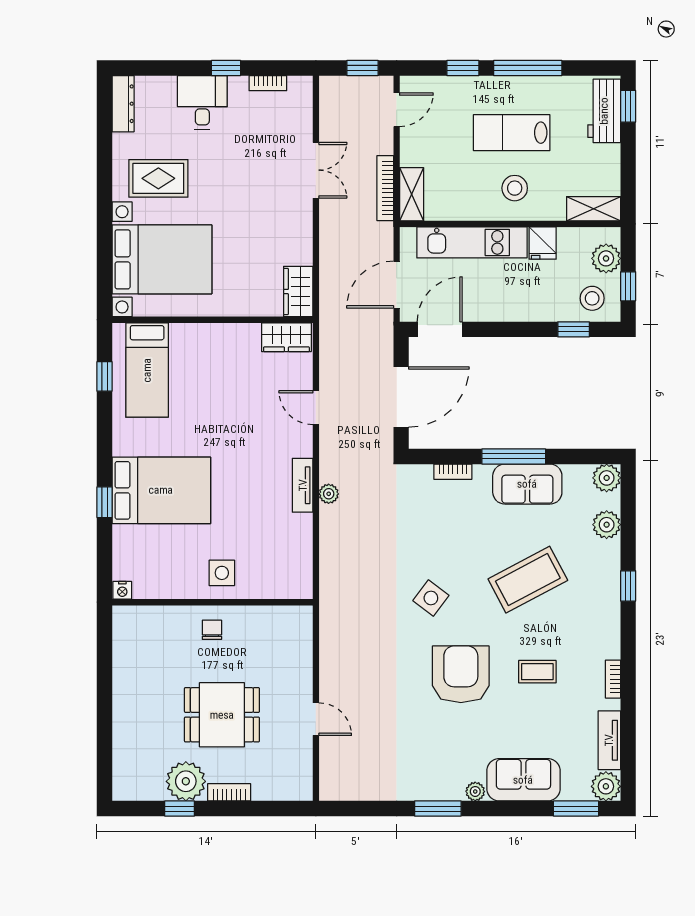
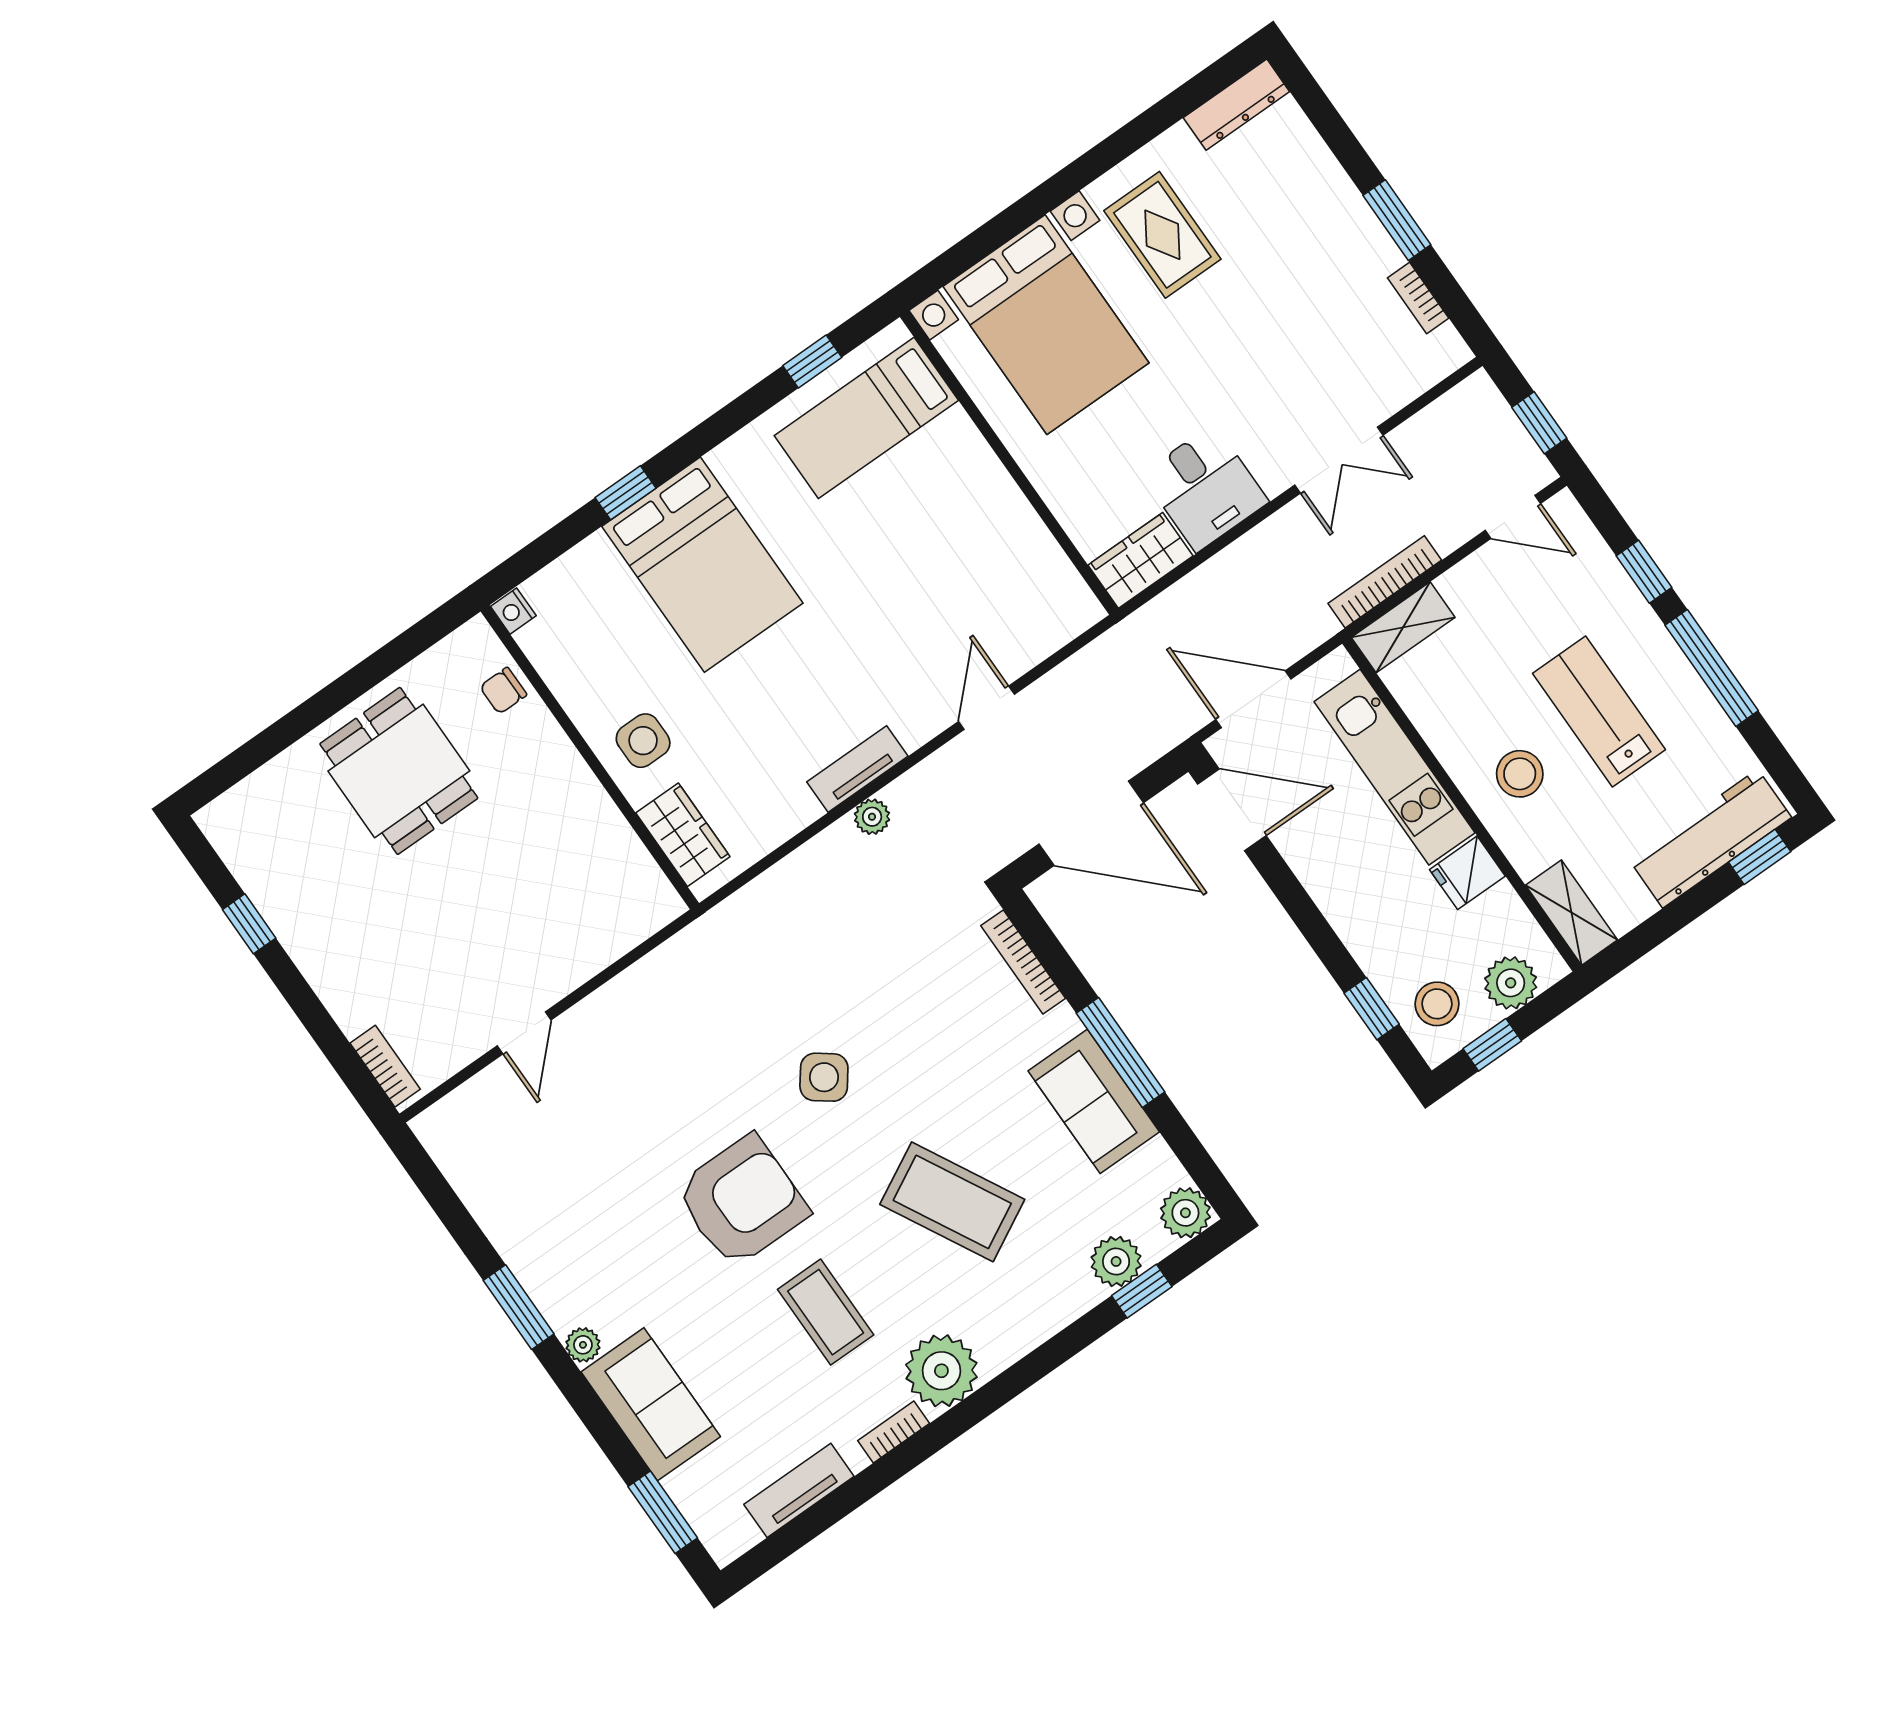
window: (226, 68) -> (1397, 220), width x1.50
desk: (202, 102) -> (1205, 488), moved, turned 90
workbench: (604, 111) -> (1710, 839), width x1.38
wardrobe: (286, 337) -> (683, 835), moved, turned 180
bookcase: (453, 472) -> (1023, 962), width x1.56
window: (628, 586) -> (1142, 1291), moved
chair: (212, 630) -> (503, 691), moved, turned 180
coffee table: (537, 672) -> (826, 1312), width x1.36, depth x1.30
dining table: (222, 715) -> (399, 771), moved
plant: (186, 781) -> (296, 905), removed
plant: (606, 786) -> (941, 1371), moved, width x1.36, depth x1.36
bookcase: (229, 792) -> (385, 1066), moved

